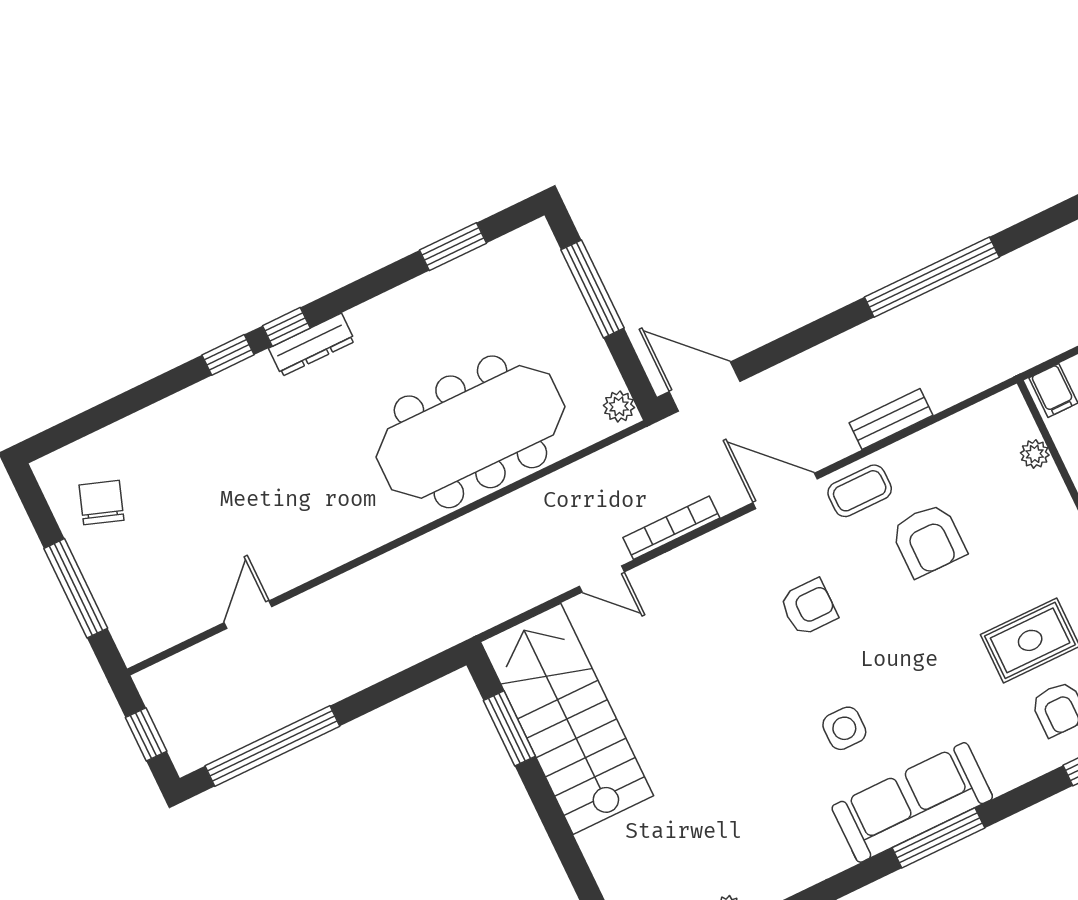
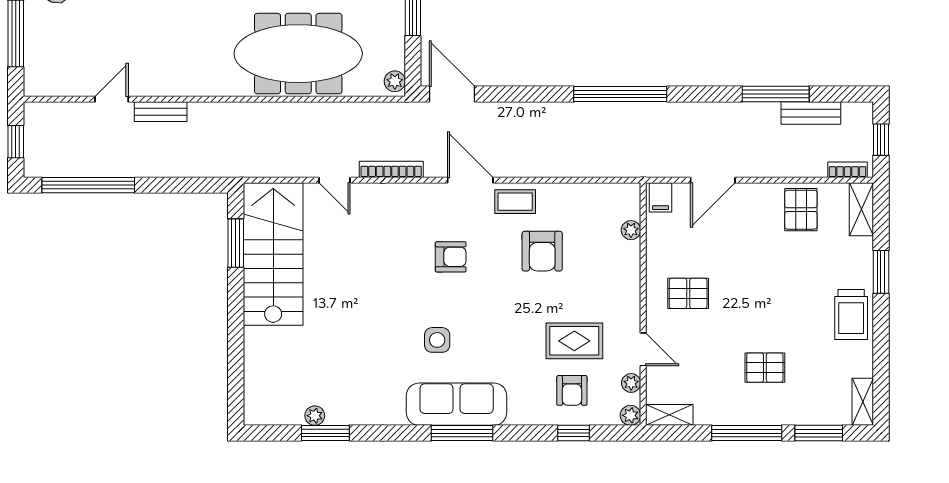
bench: (891, 419) -> (161, 112), moved

